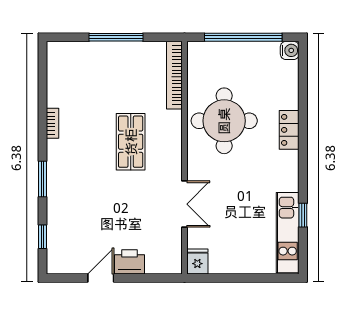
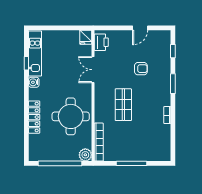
water cooler: (290, 50) -> (34, 82), moved
plant: (198, 53) -> (85, 155), added
locker: (289, 130) -> (34, 117), width x1.53
armchair: (99, 206) -> (141, 69), added
printer: (129, 262) -> (101, 42), moved, turned -90

